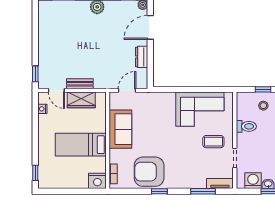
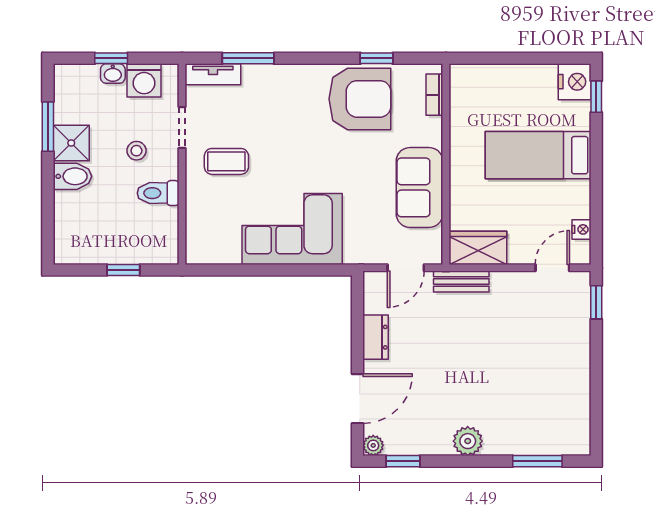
bench: (80, 84) -> (461, 282), moved
door: (56, 90) -> (552, 268), hinge flipped
wardrobe: (81, 100) -> (478, 248), moved
stool: (263, 106) -> (136, 151), moved
corner sofa: (200, 109) -> (292, 229), moved
bed: (81, 145) -> (538, 155), moved, turned 180
nightstand: (97, 181) -> (575, 82), moved, turned 90
window: (159, 191) -> (376, 58), moved

